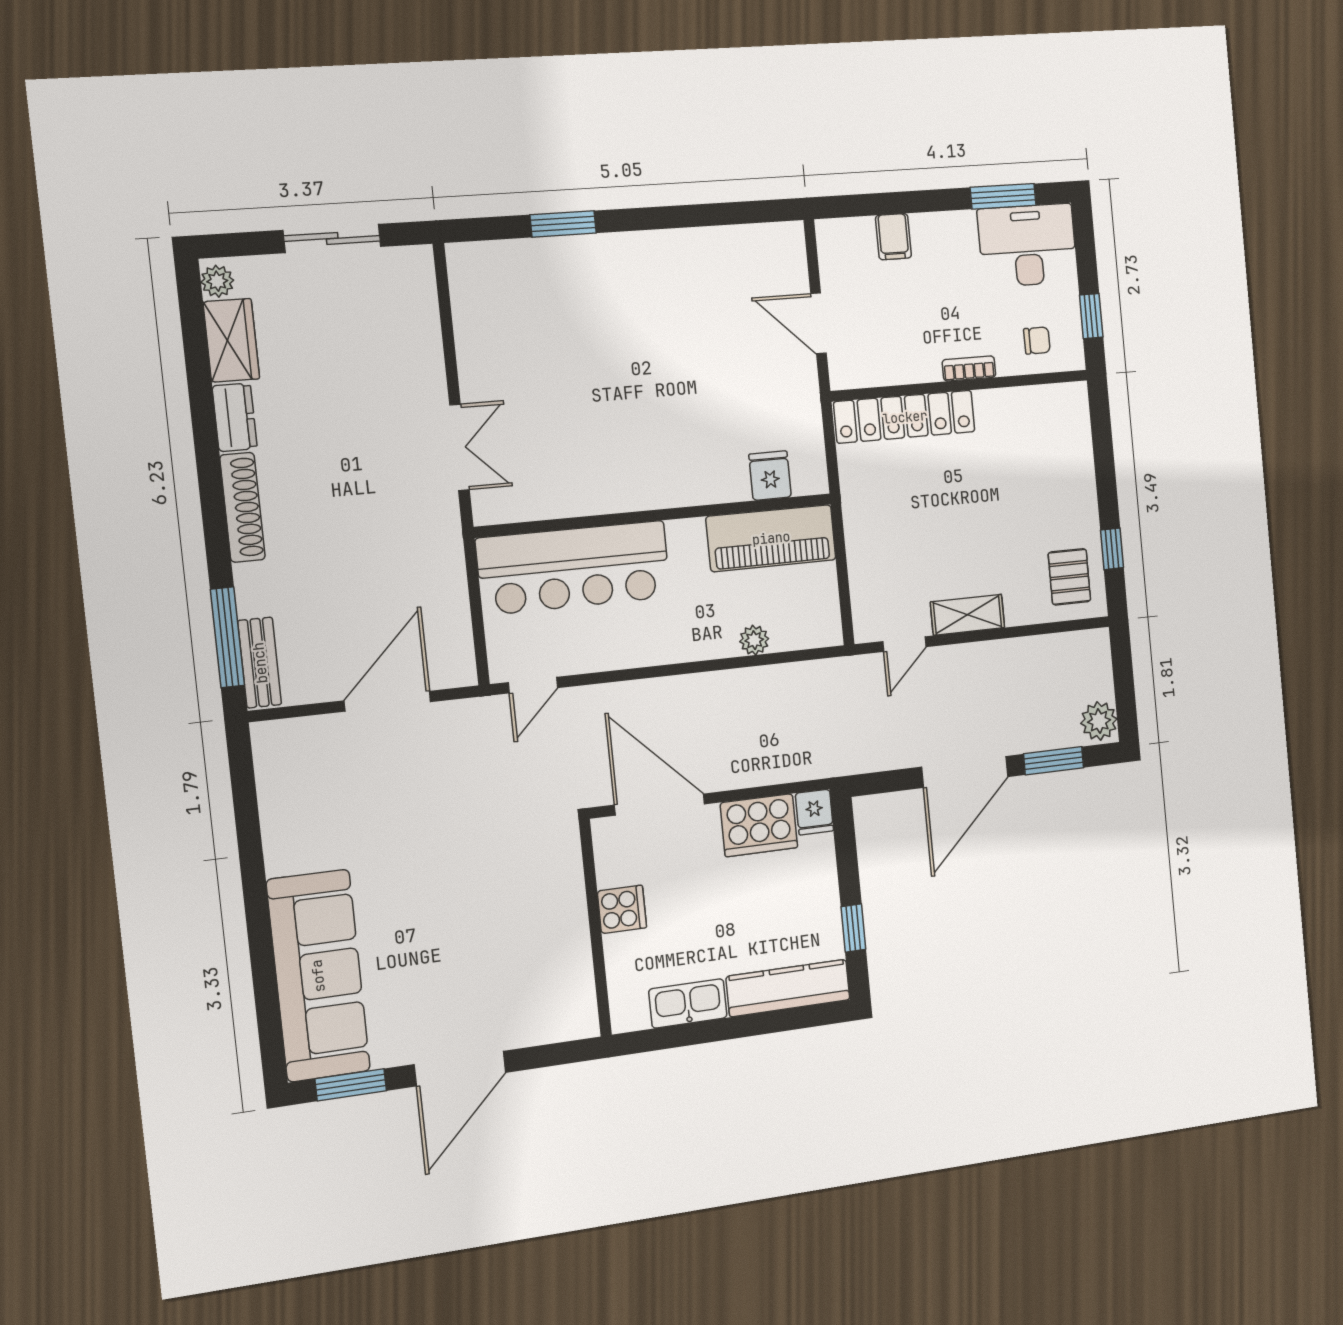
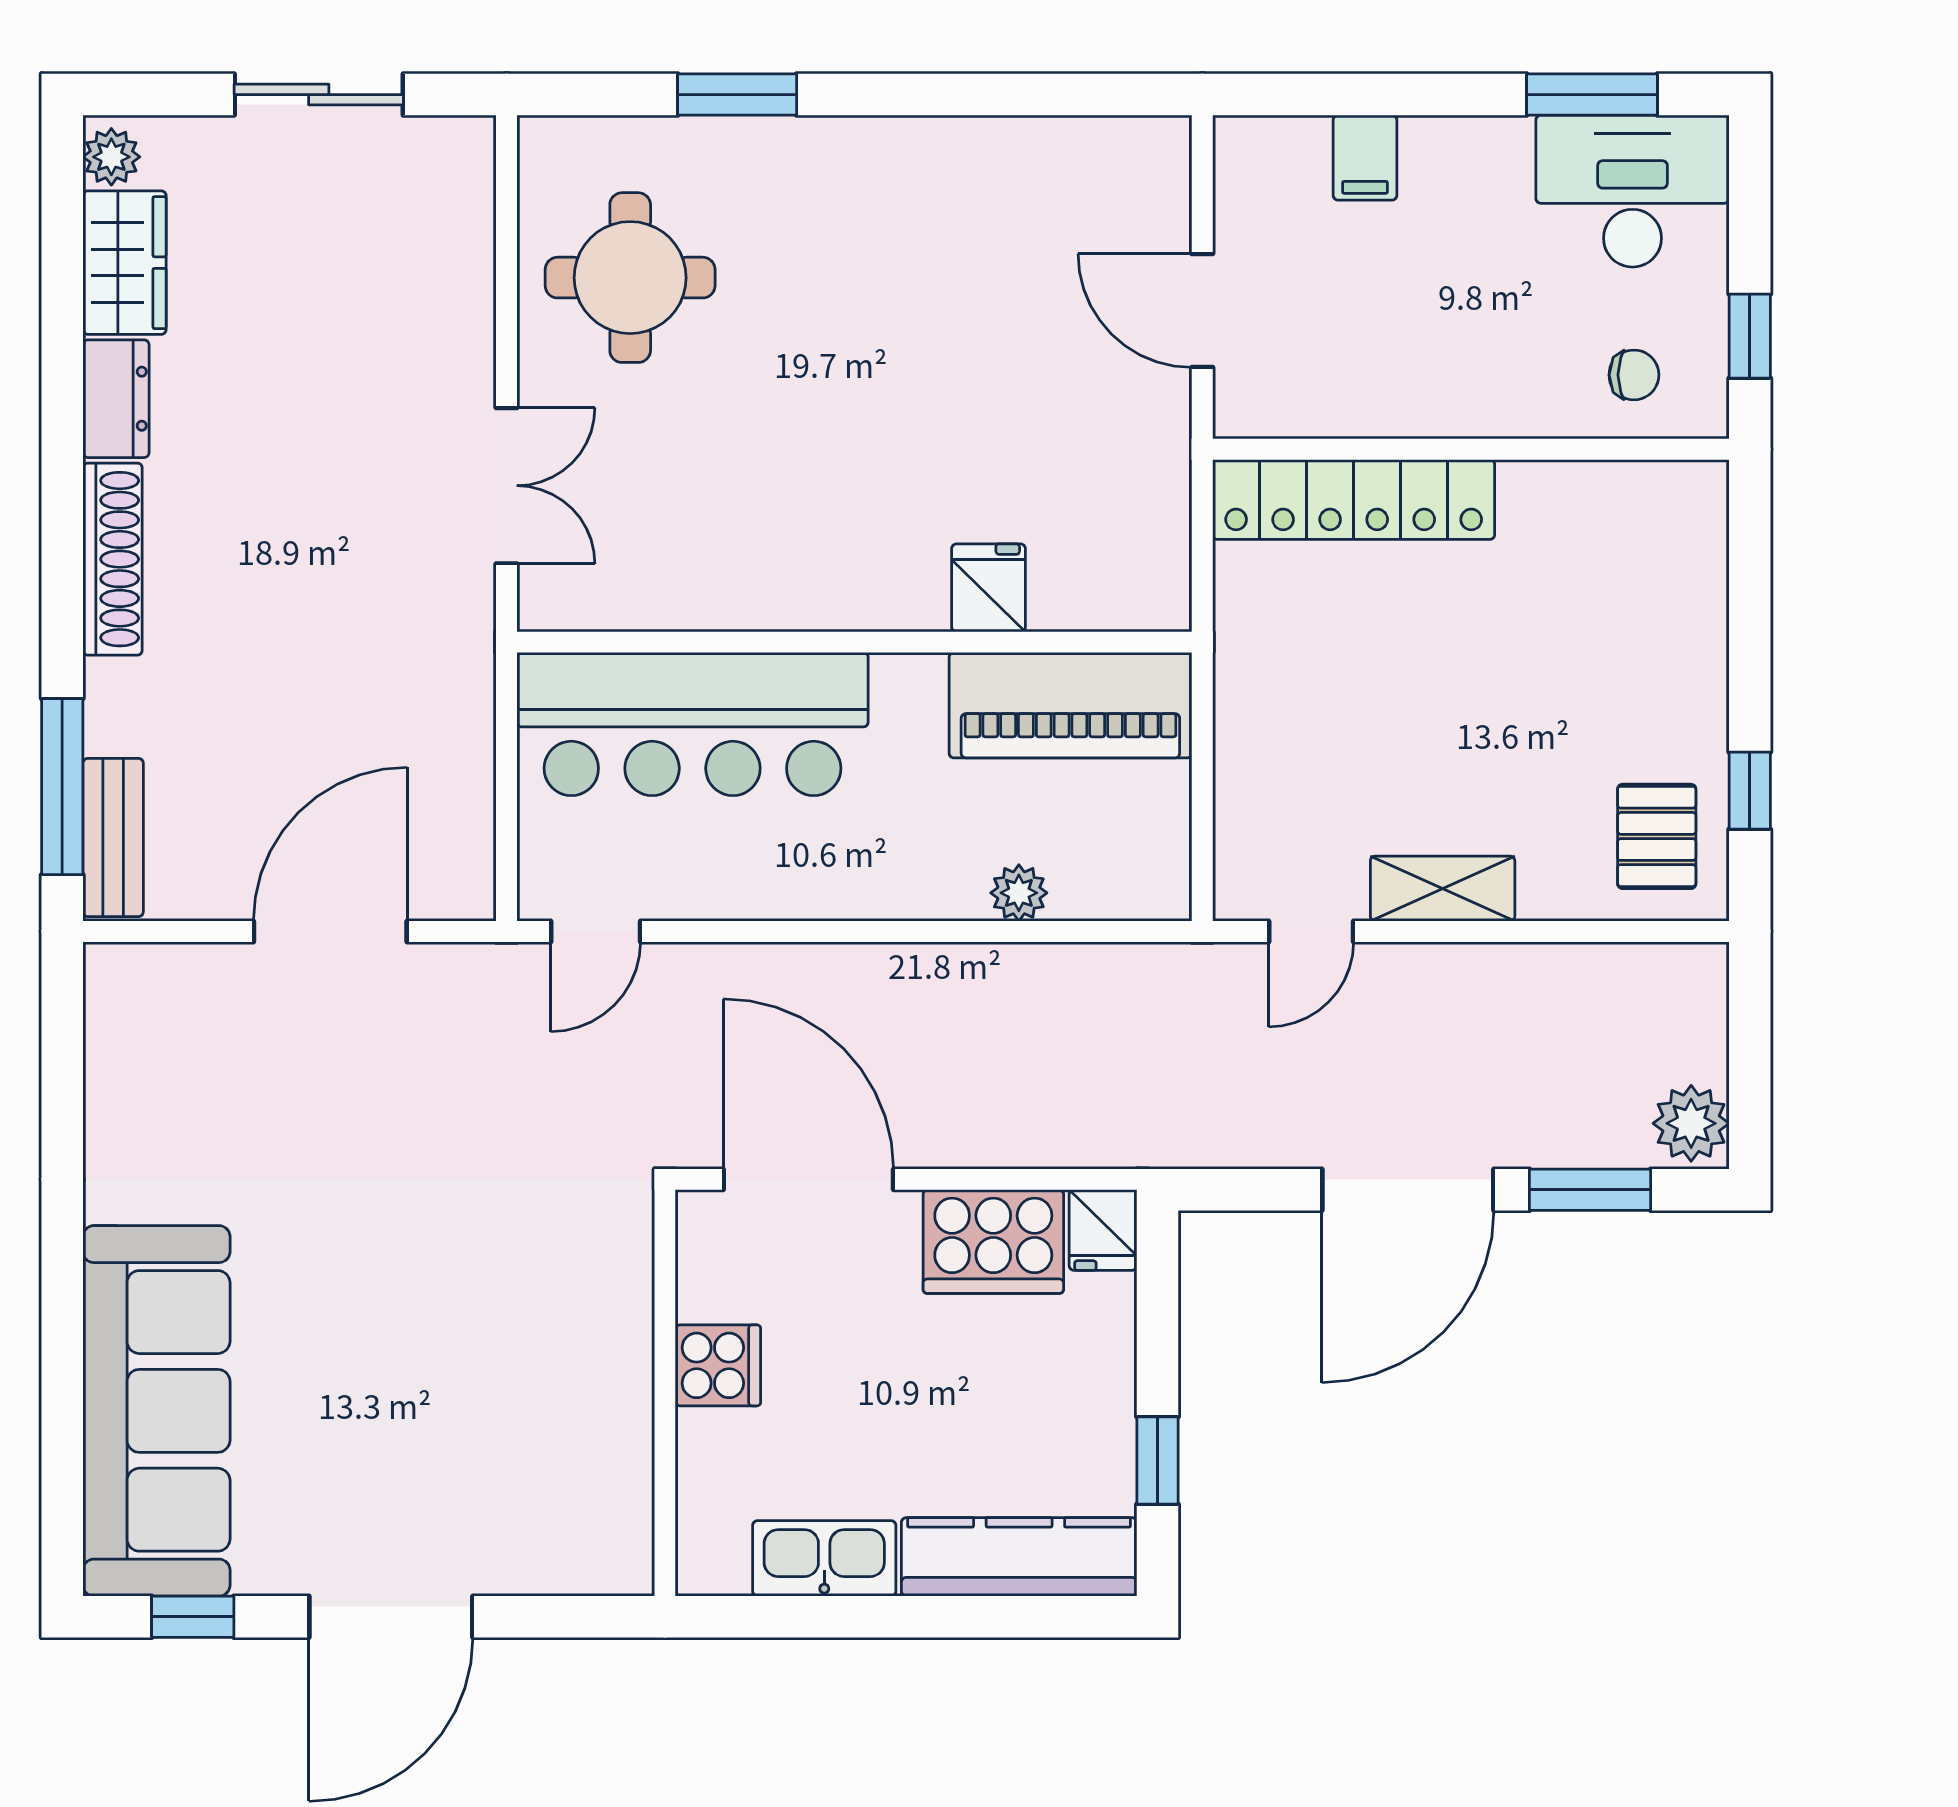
round table: (515, 328) -> (630, 278), added
bookcase: (969, 368) -> (1491, 418), removed
fridge: (770, 476) -> (989, 588), moved
window: (351, 1085) -> (193, 1617), width x0.67

